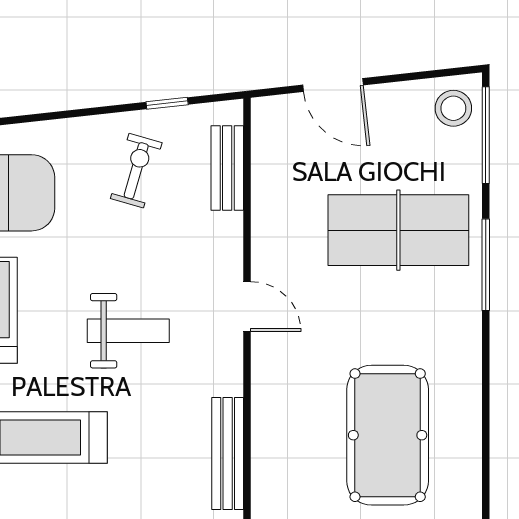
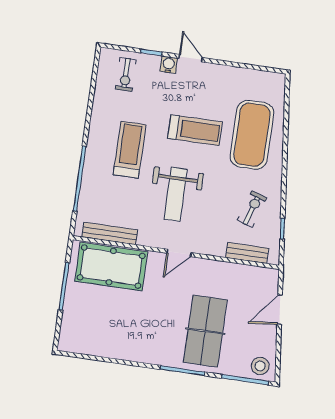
exercise bike: (136, 171) -> (252, 209), turned -88
weight bench: (128, 331) -> (176, 194), width x1.36, depth x1.33
pool table: (388, 435) -> (111, 267), moved

